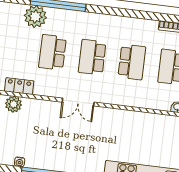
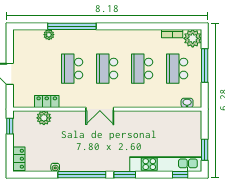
plant: (35, 17) -> (49, 35), width x0.53, depth x0.53
school desk: (132, 62) -> (142, 69), turned 180

